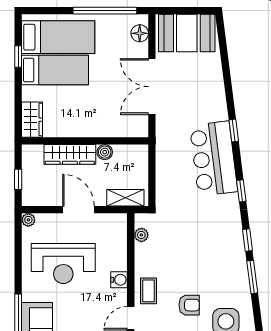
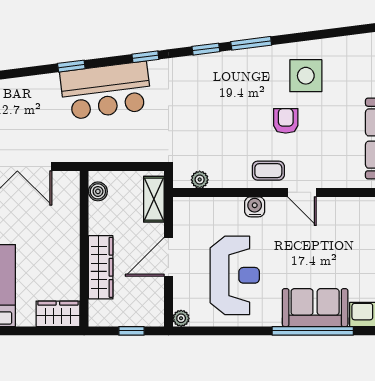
boiler: (105, 152) -> (98, 191), moved

